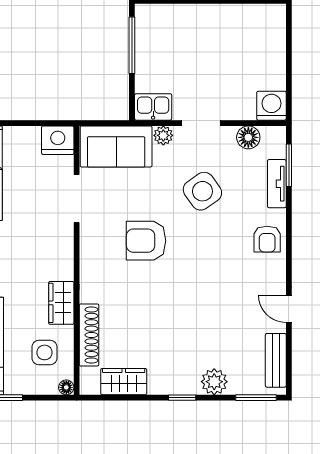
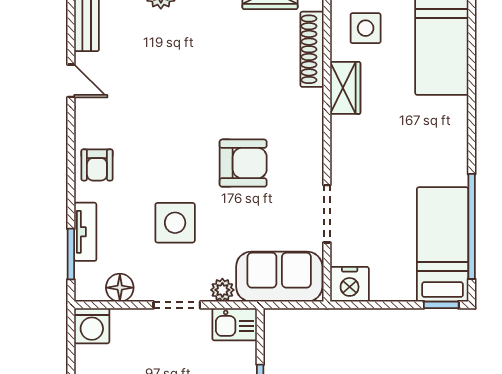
side table: (202, 191) -> (175, 223), turned 35
armchair: (267, 239) -> (97, 165), turned 180

